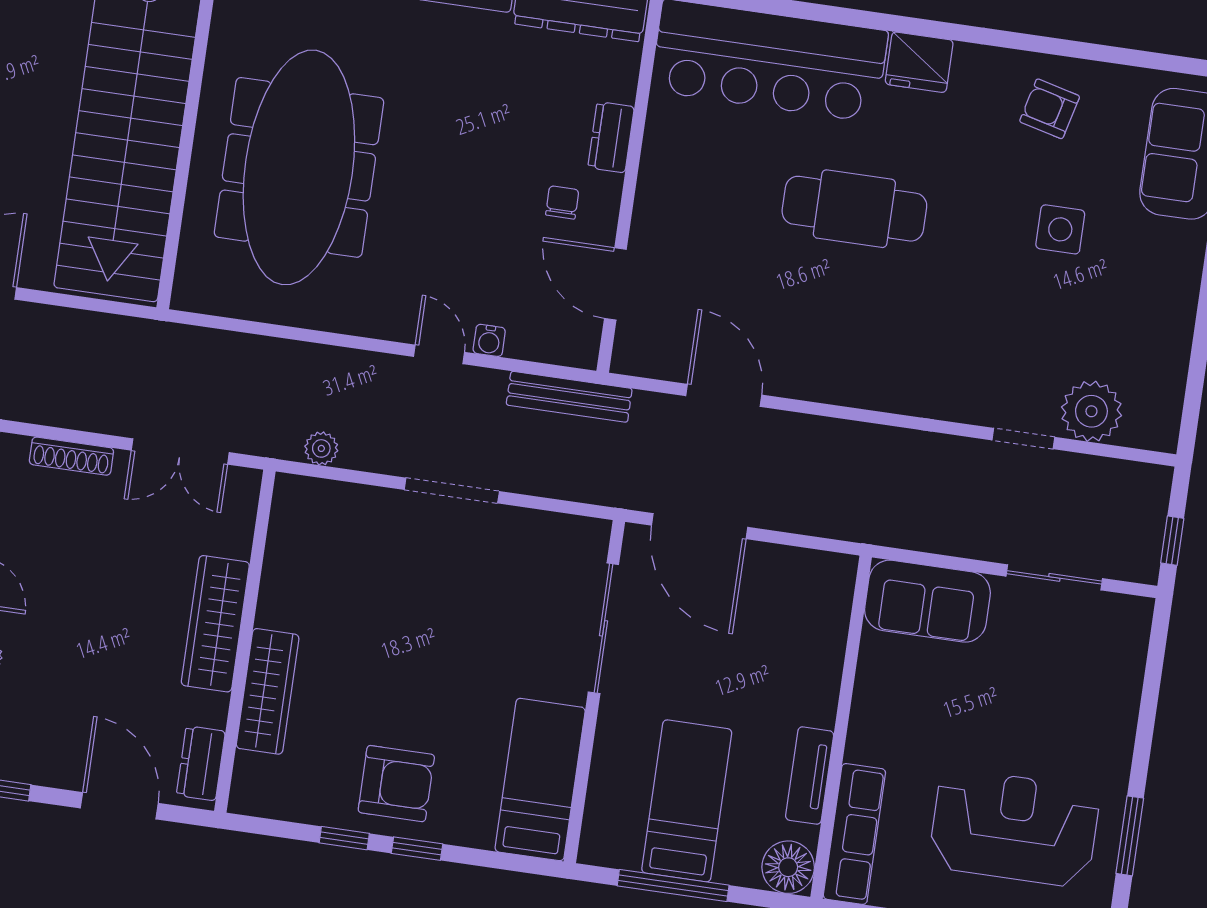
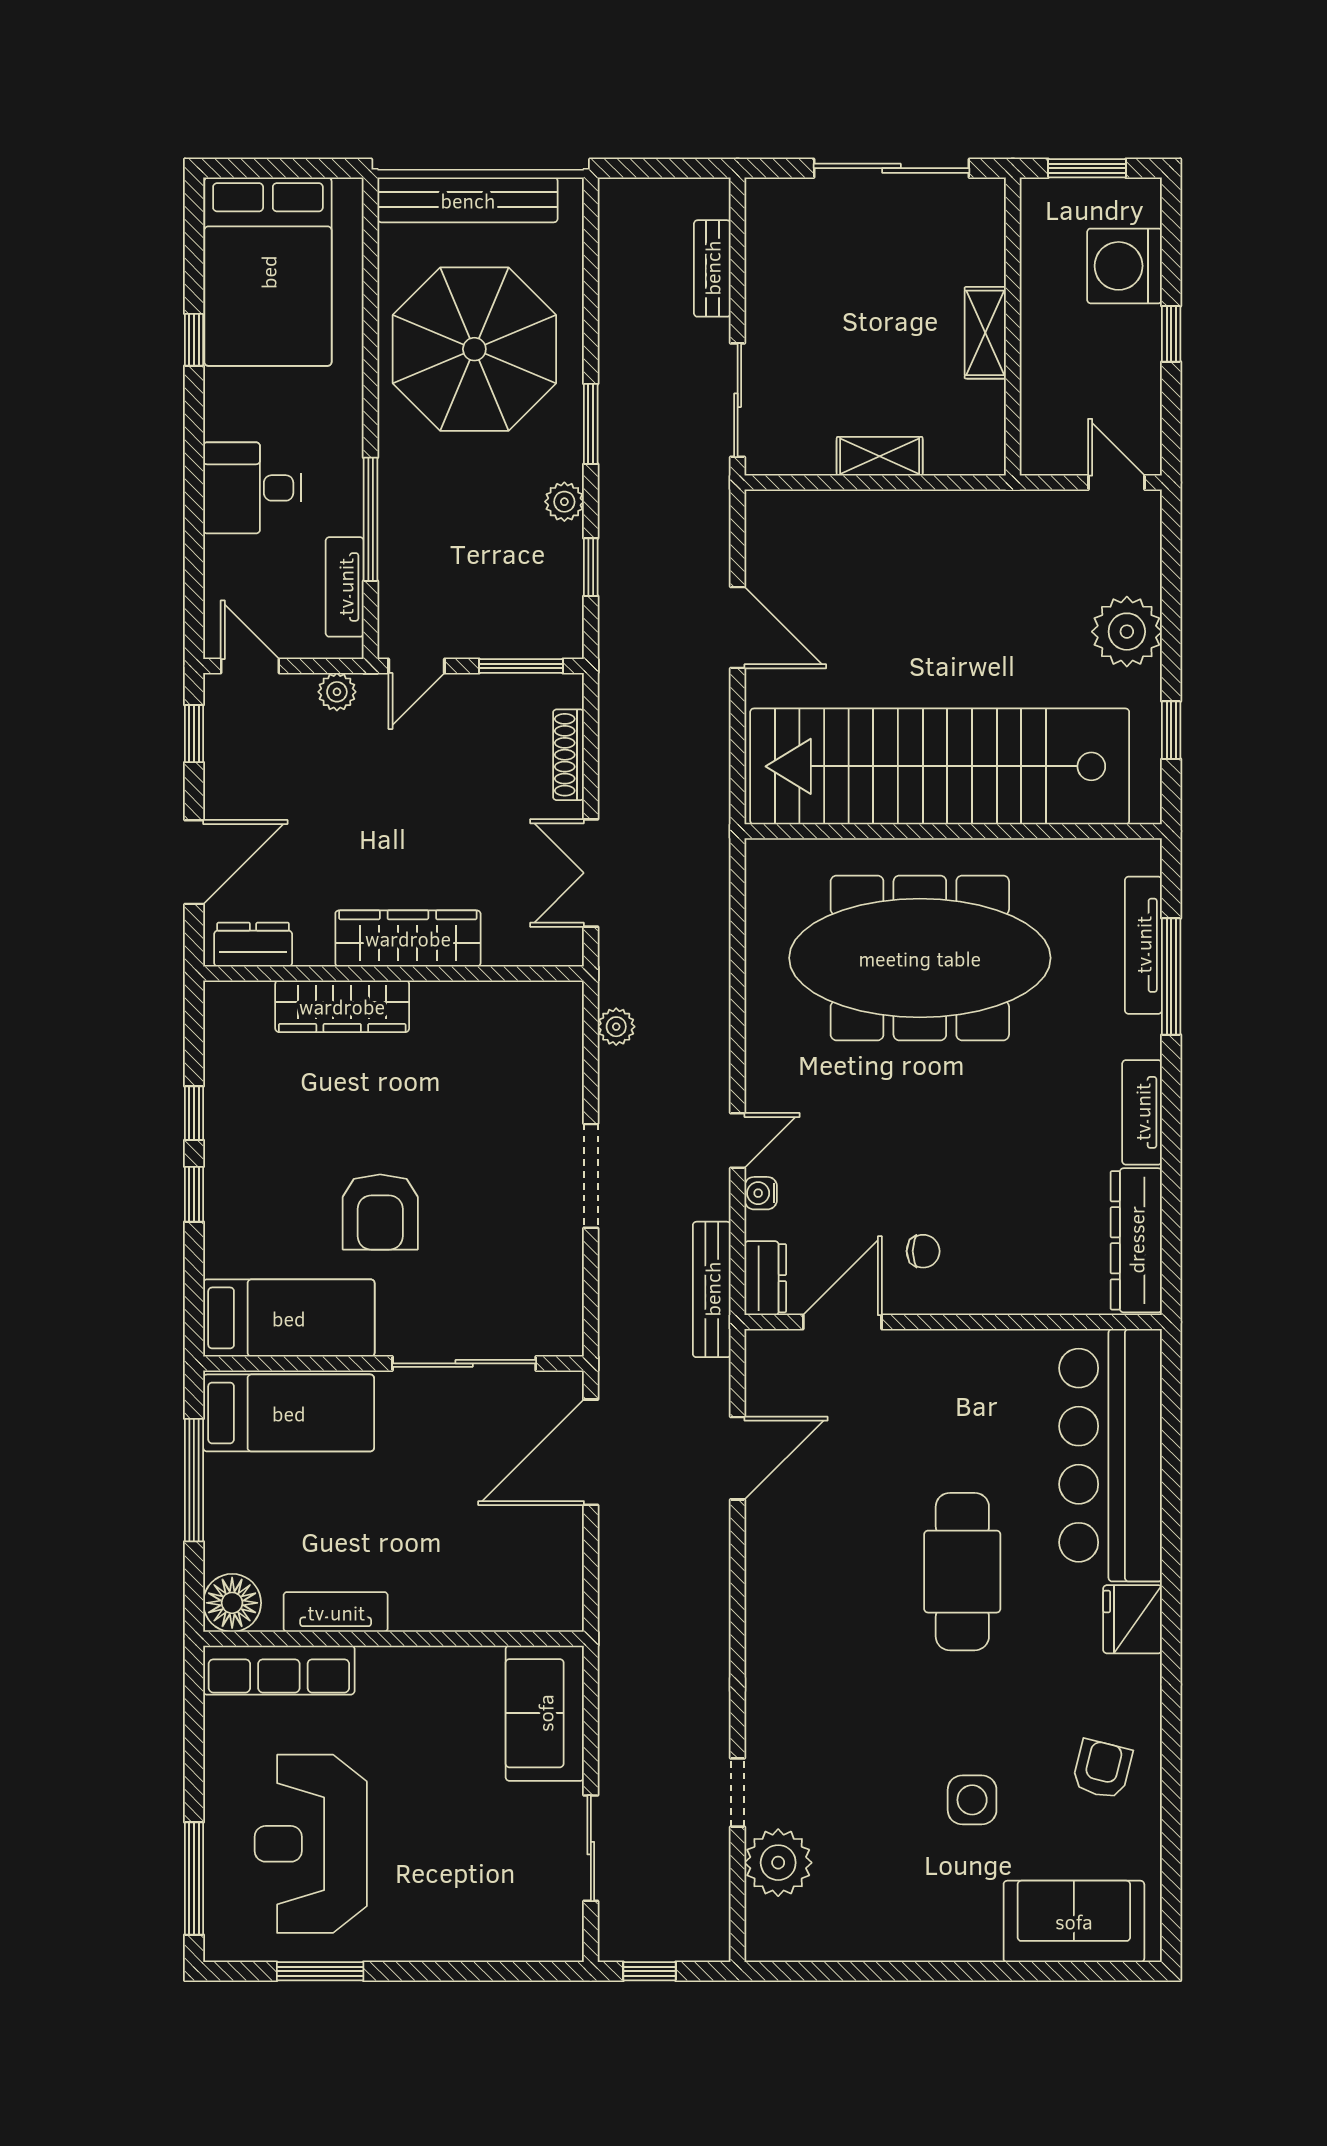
dresser: (611, 137) -> (765, 1278), moved, turned 90
armchair: (396, 784) -> (380, 1212), moved
bed: (687, 801) -> (289, 1413), moved
reception desk: (1014, 828) -> (311, 1844), turned 180

